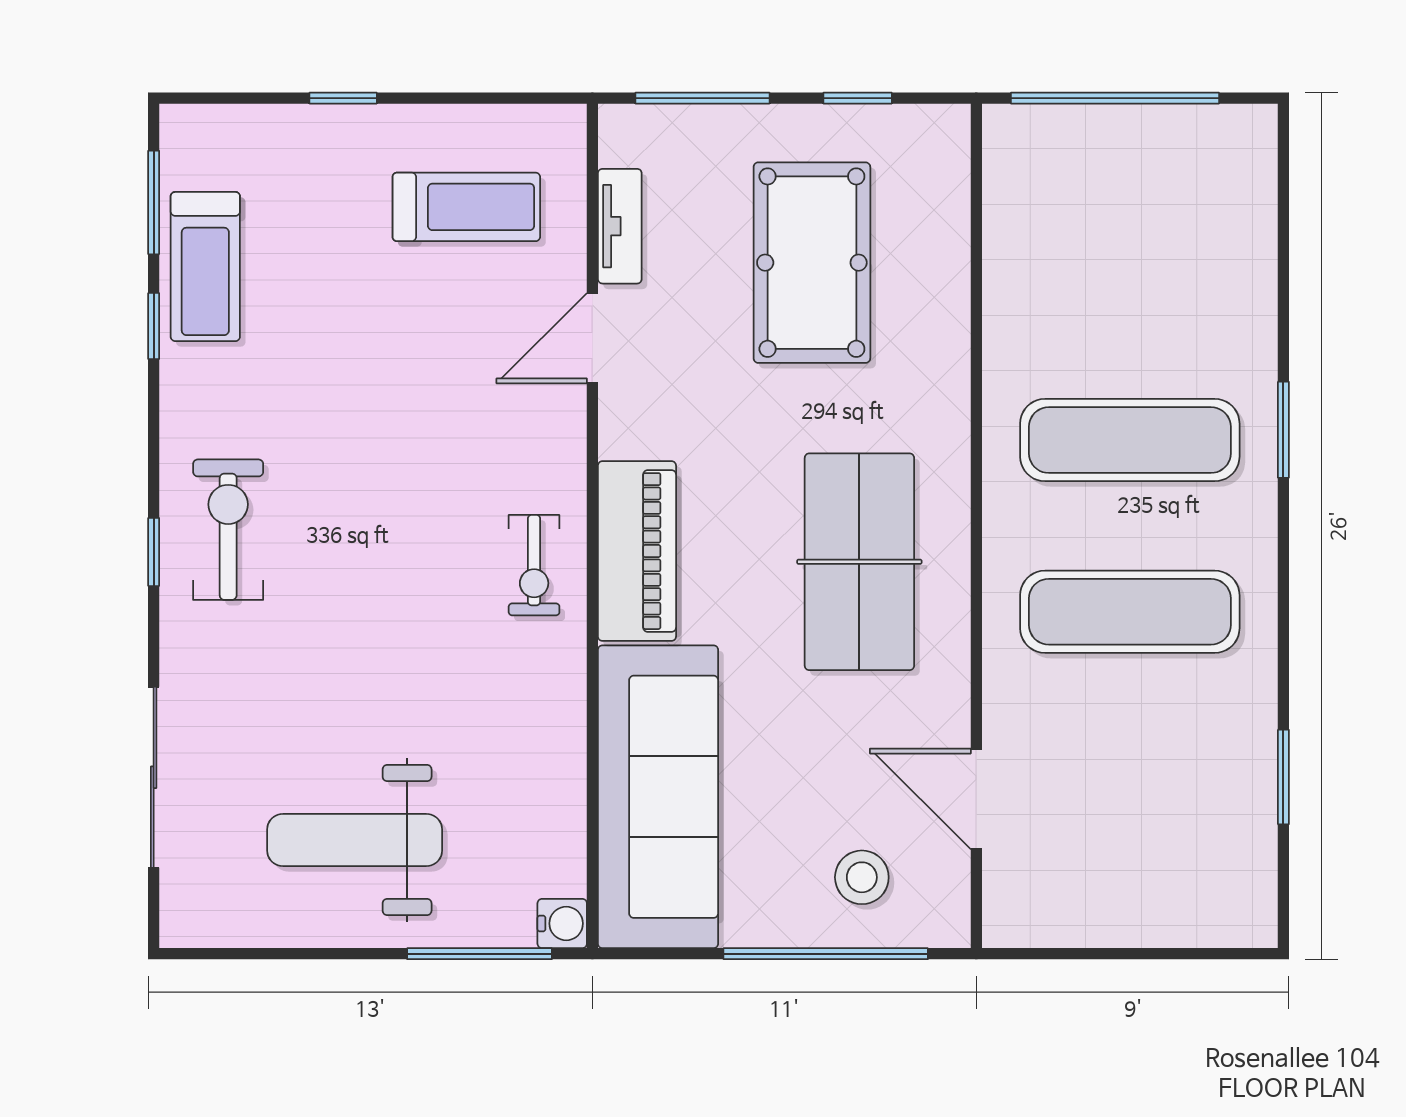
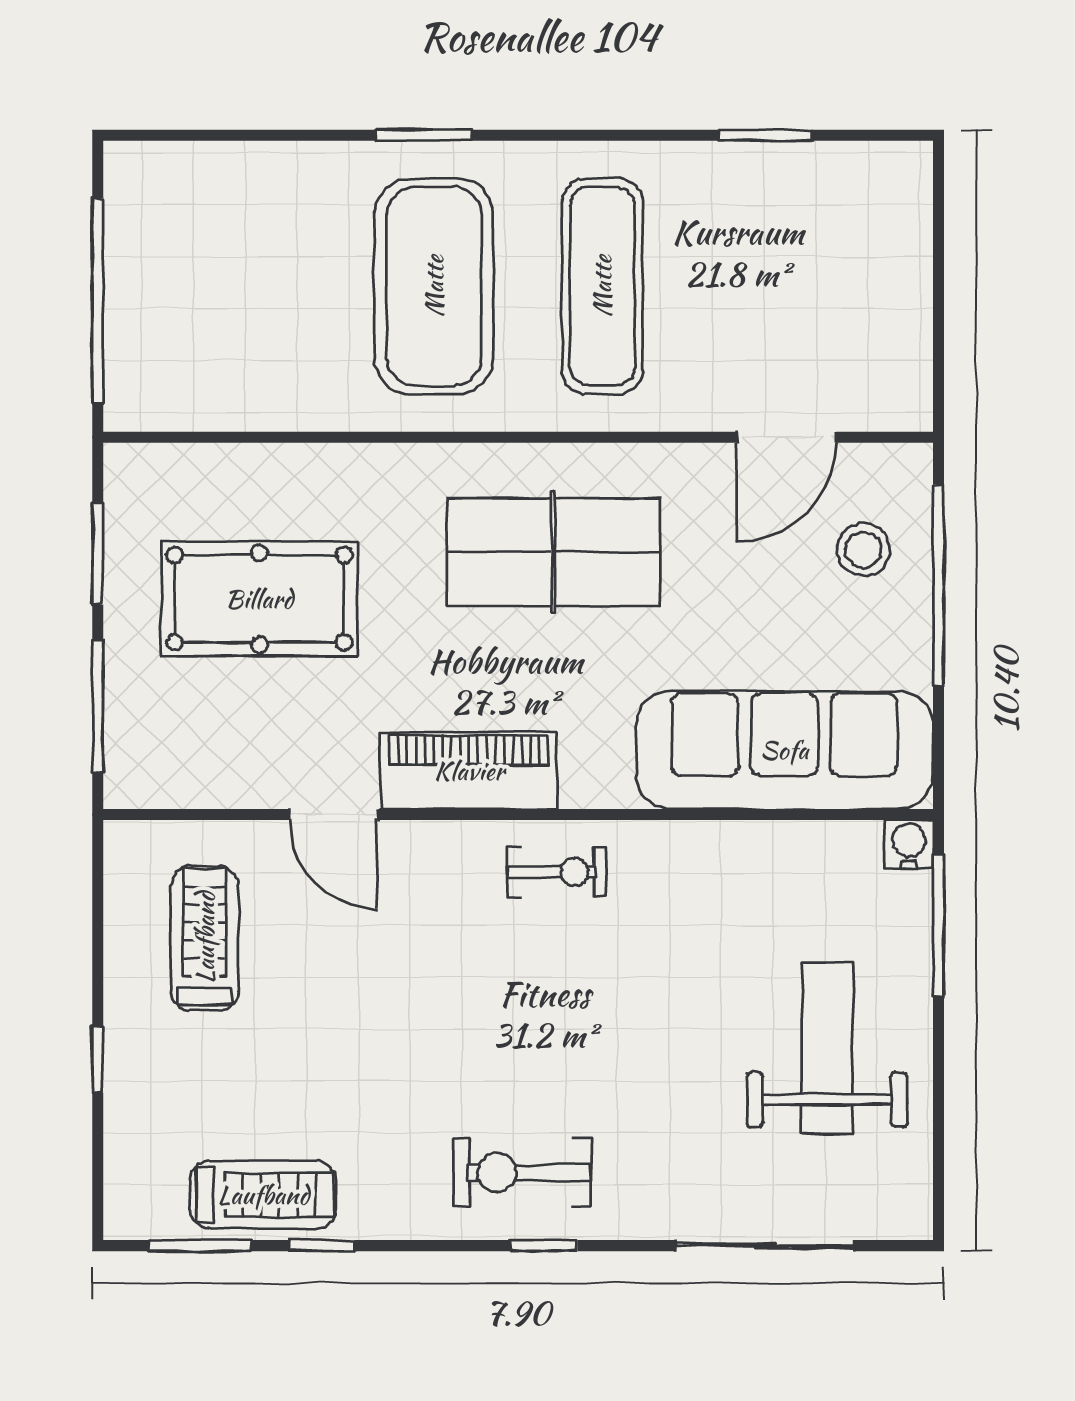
window: (858, 98) -> (98, 554), width x1.50
tv unit: (620, 226) -> (224, 788), removed
exercise mat: (1130, 440) -> (434, 286), width x1.47
piano: (637, 551) -> (469, 771), moved
weight bench: (355, 840) -> (827, 1048), turned 180

